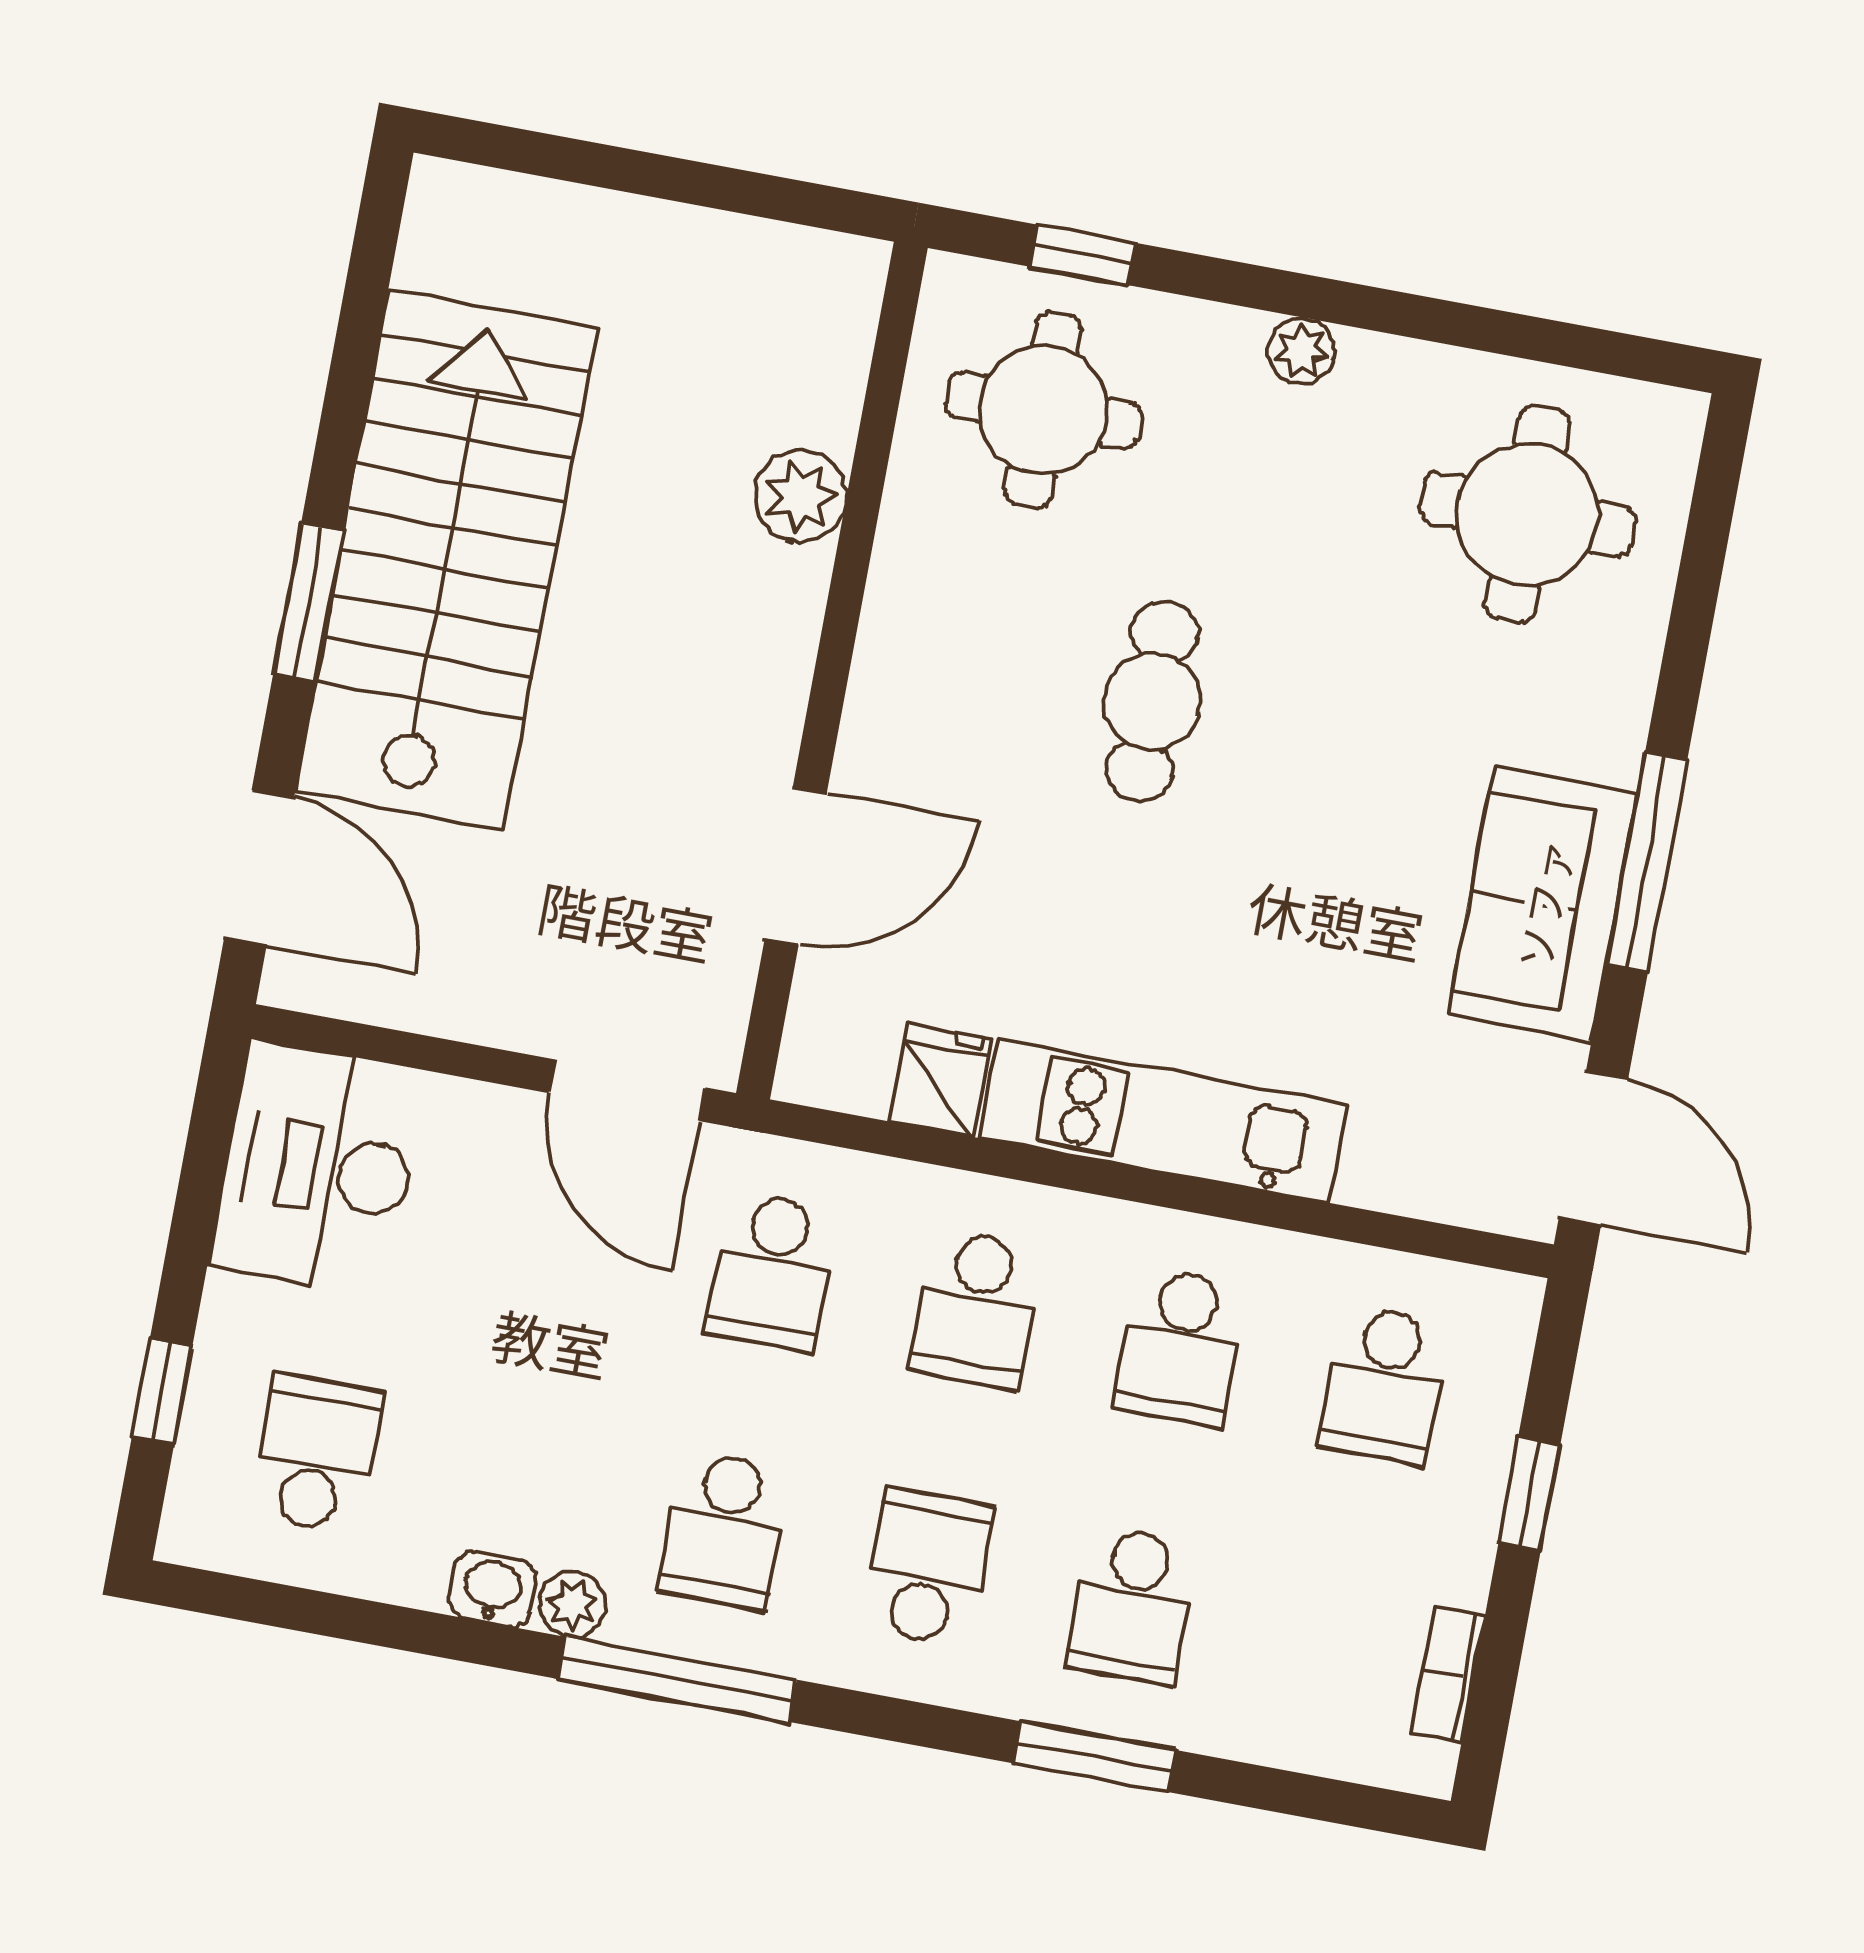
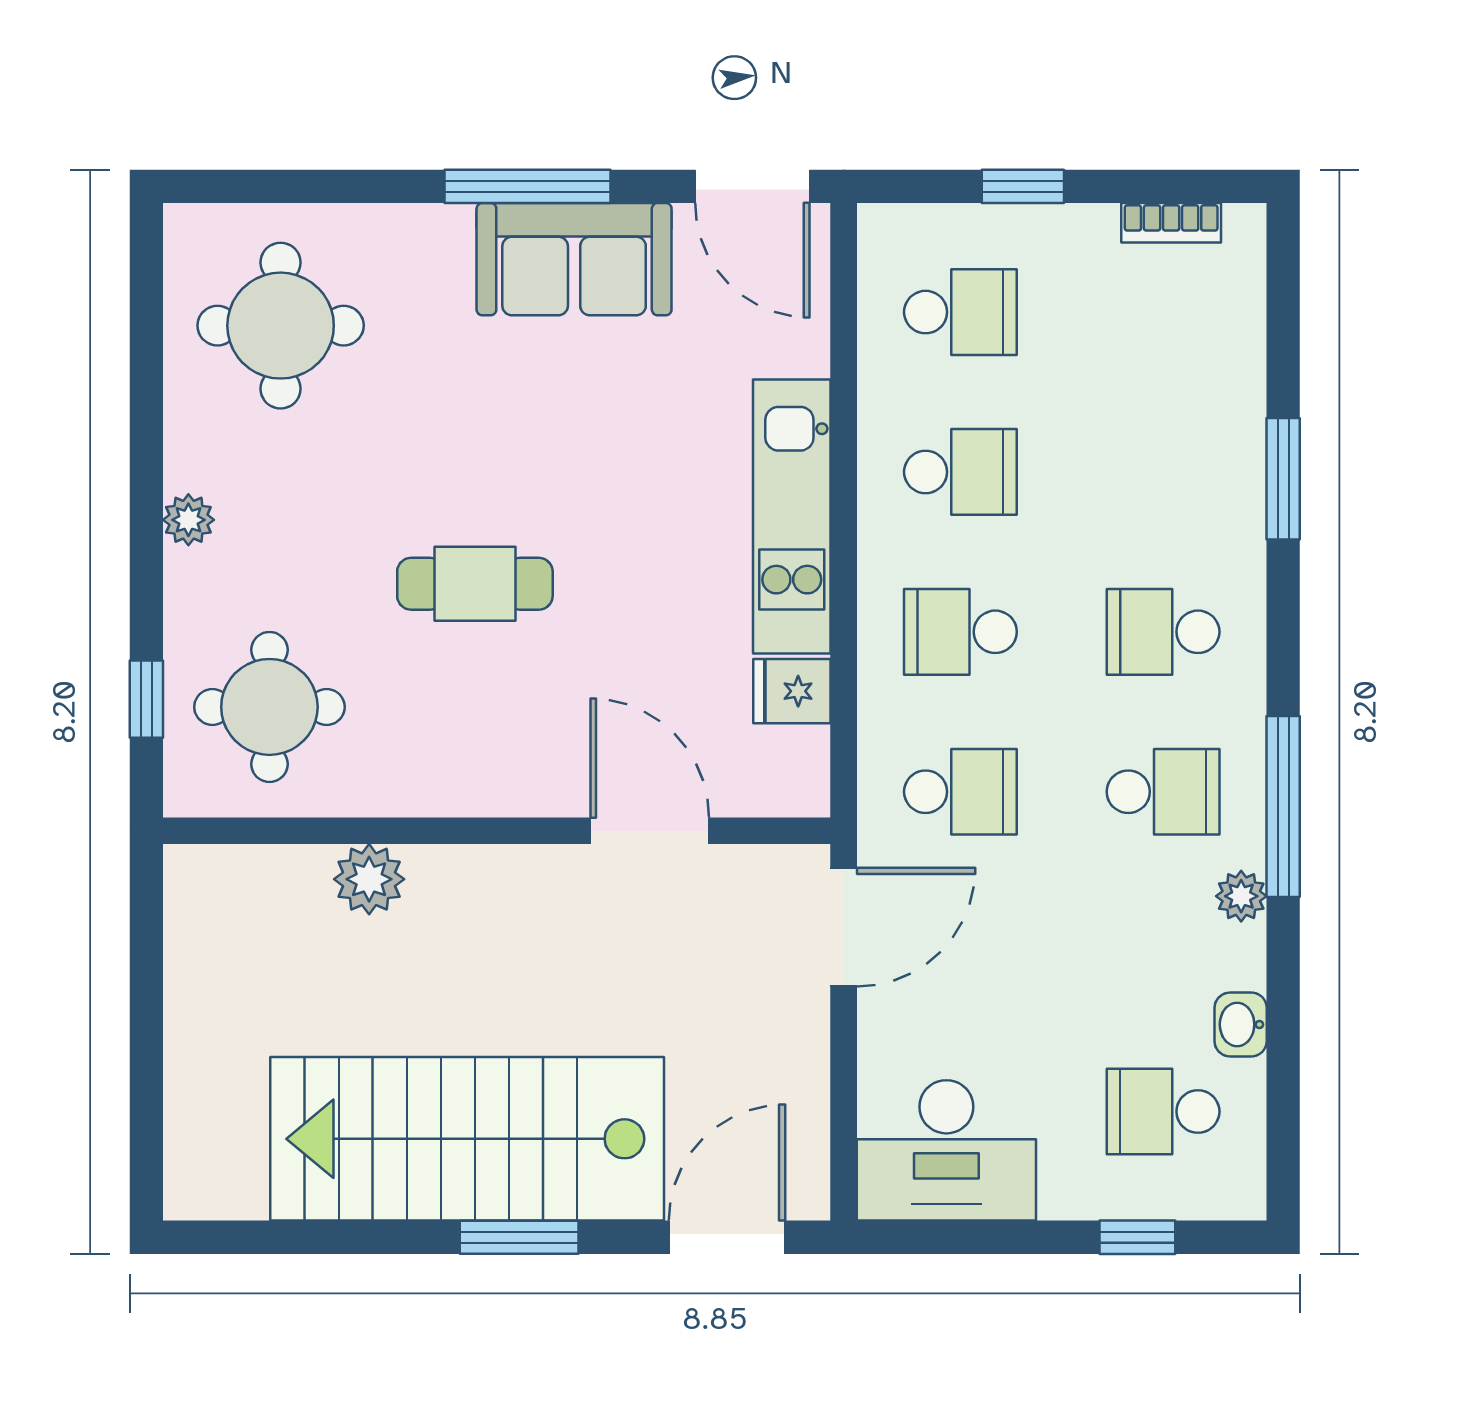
door: (1593, 1149) -> (752, 186), swing flipped
school desk: (976, 1309) -> (960, 632), turned 180
washbasin: (493, 1589) -> (1241, 1024), moved
school desk: (1132, 1605) -> (1163, 472), removed

